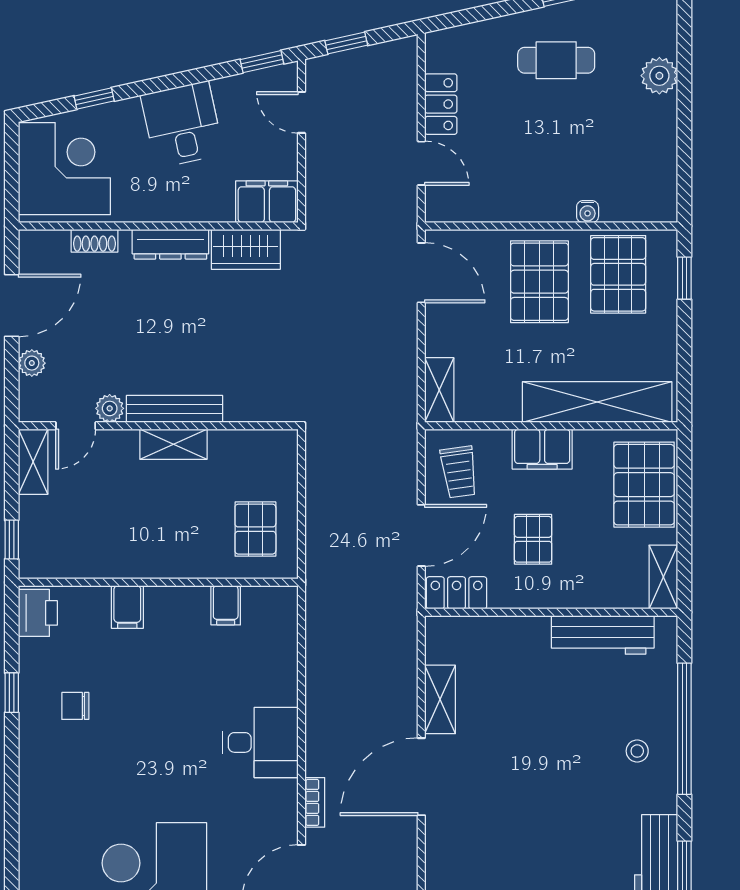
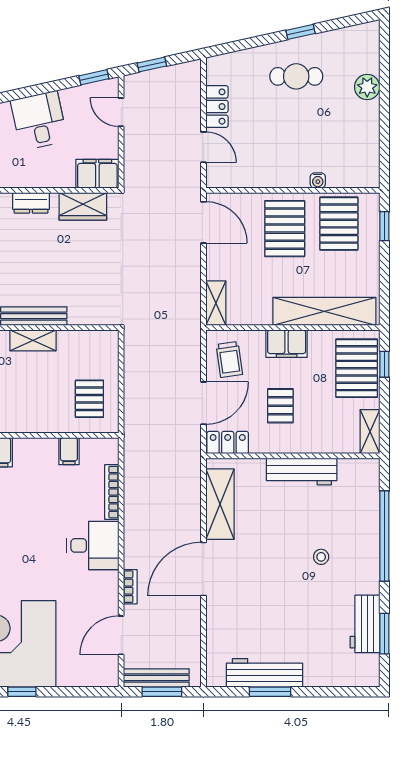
dresser: (170, 244) -> (31, 203), width x0.70
window: (684, 479) -> (384, 364), added
workbench: (603, 635) -> (302, 472), moved
bookcase: (288, 665) -> (112, 492), added
shelving: (440, 699) -> (220, 504), width x1.50, depth x1.33
stool: (637, 751) -> (321, 557), moved

